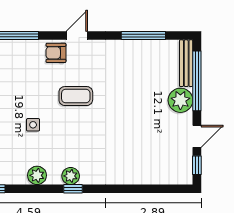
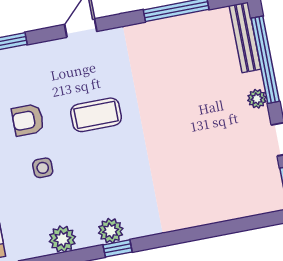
armchair: (56, 53) -> (28, 120), moved
plant: (180, 100) -> (257, 99), width x0.53, depth x0.53

